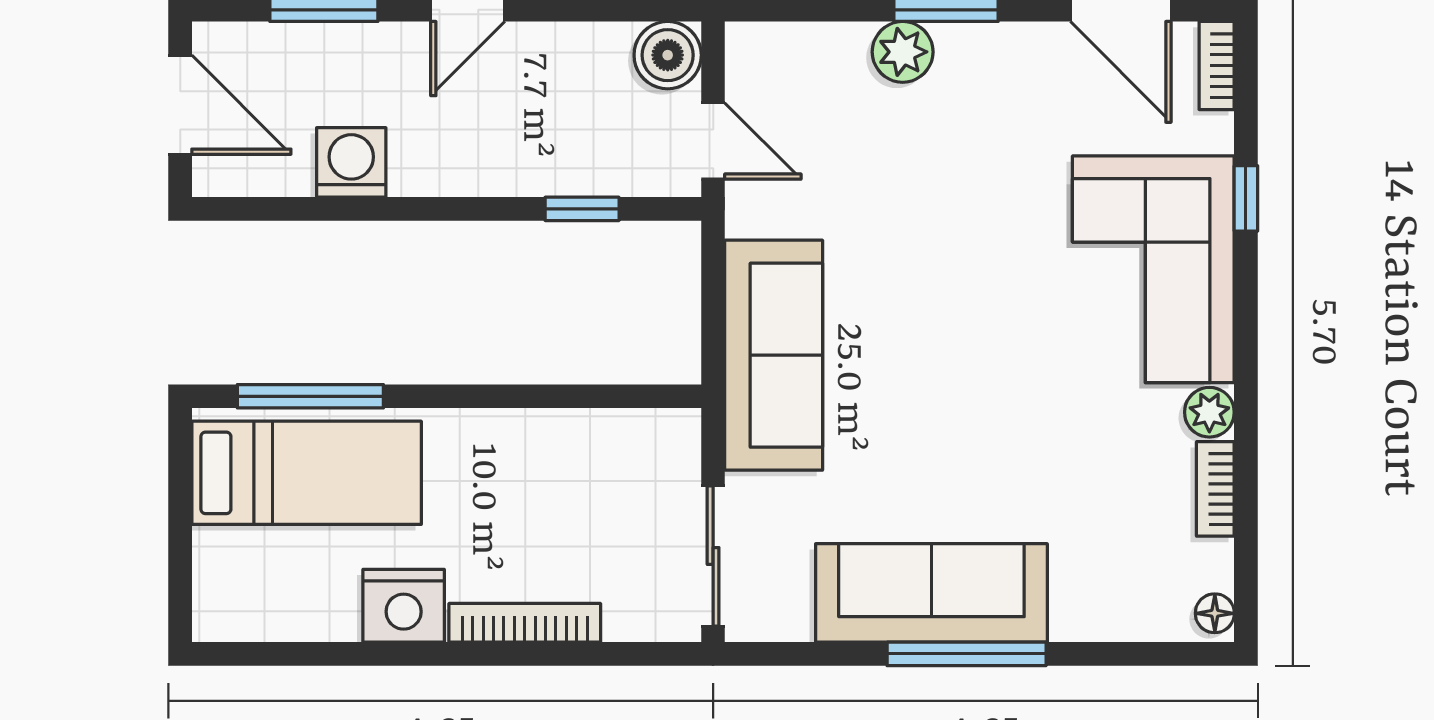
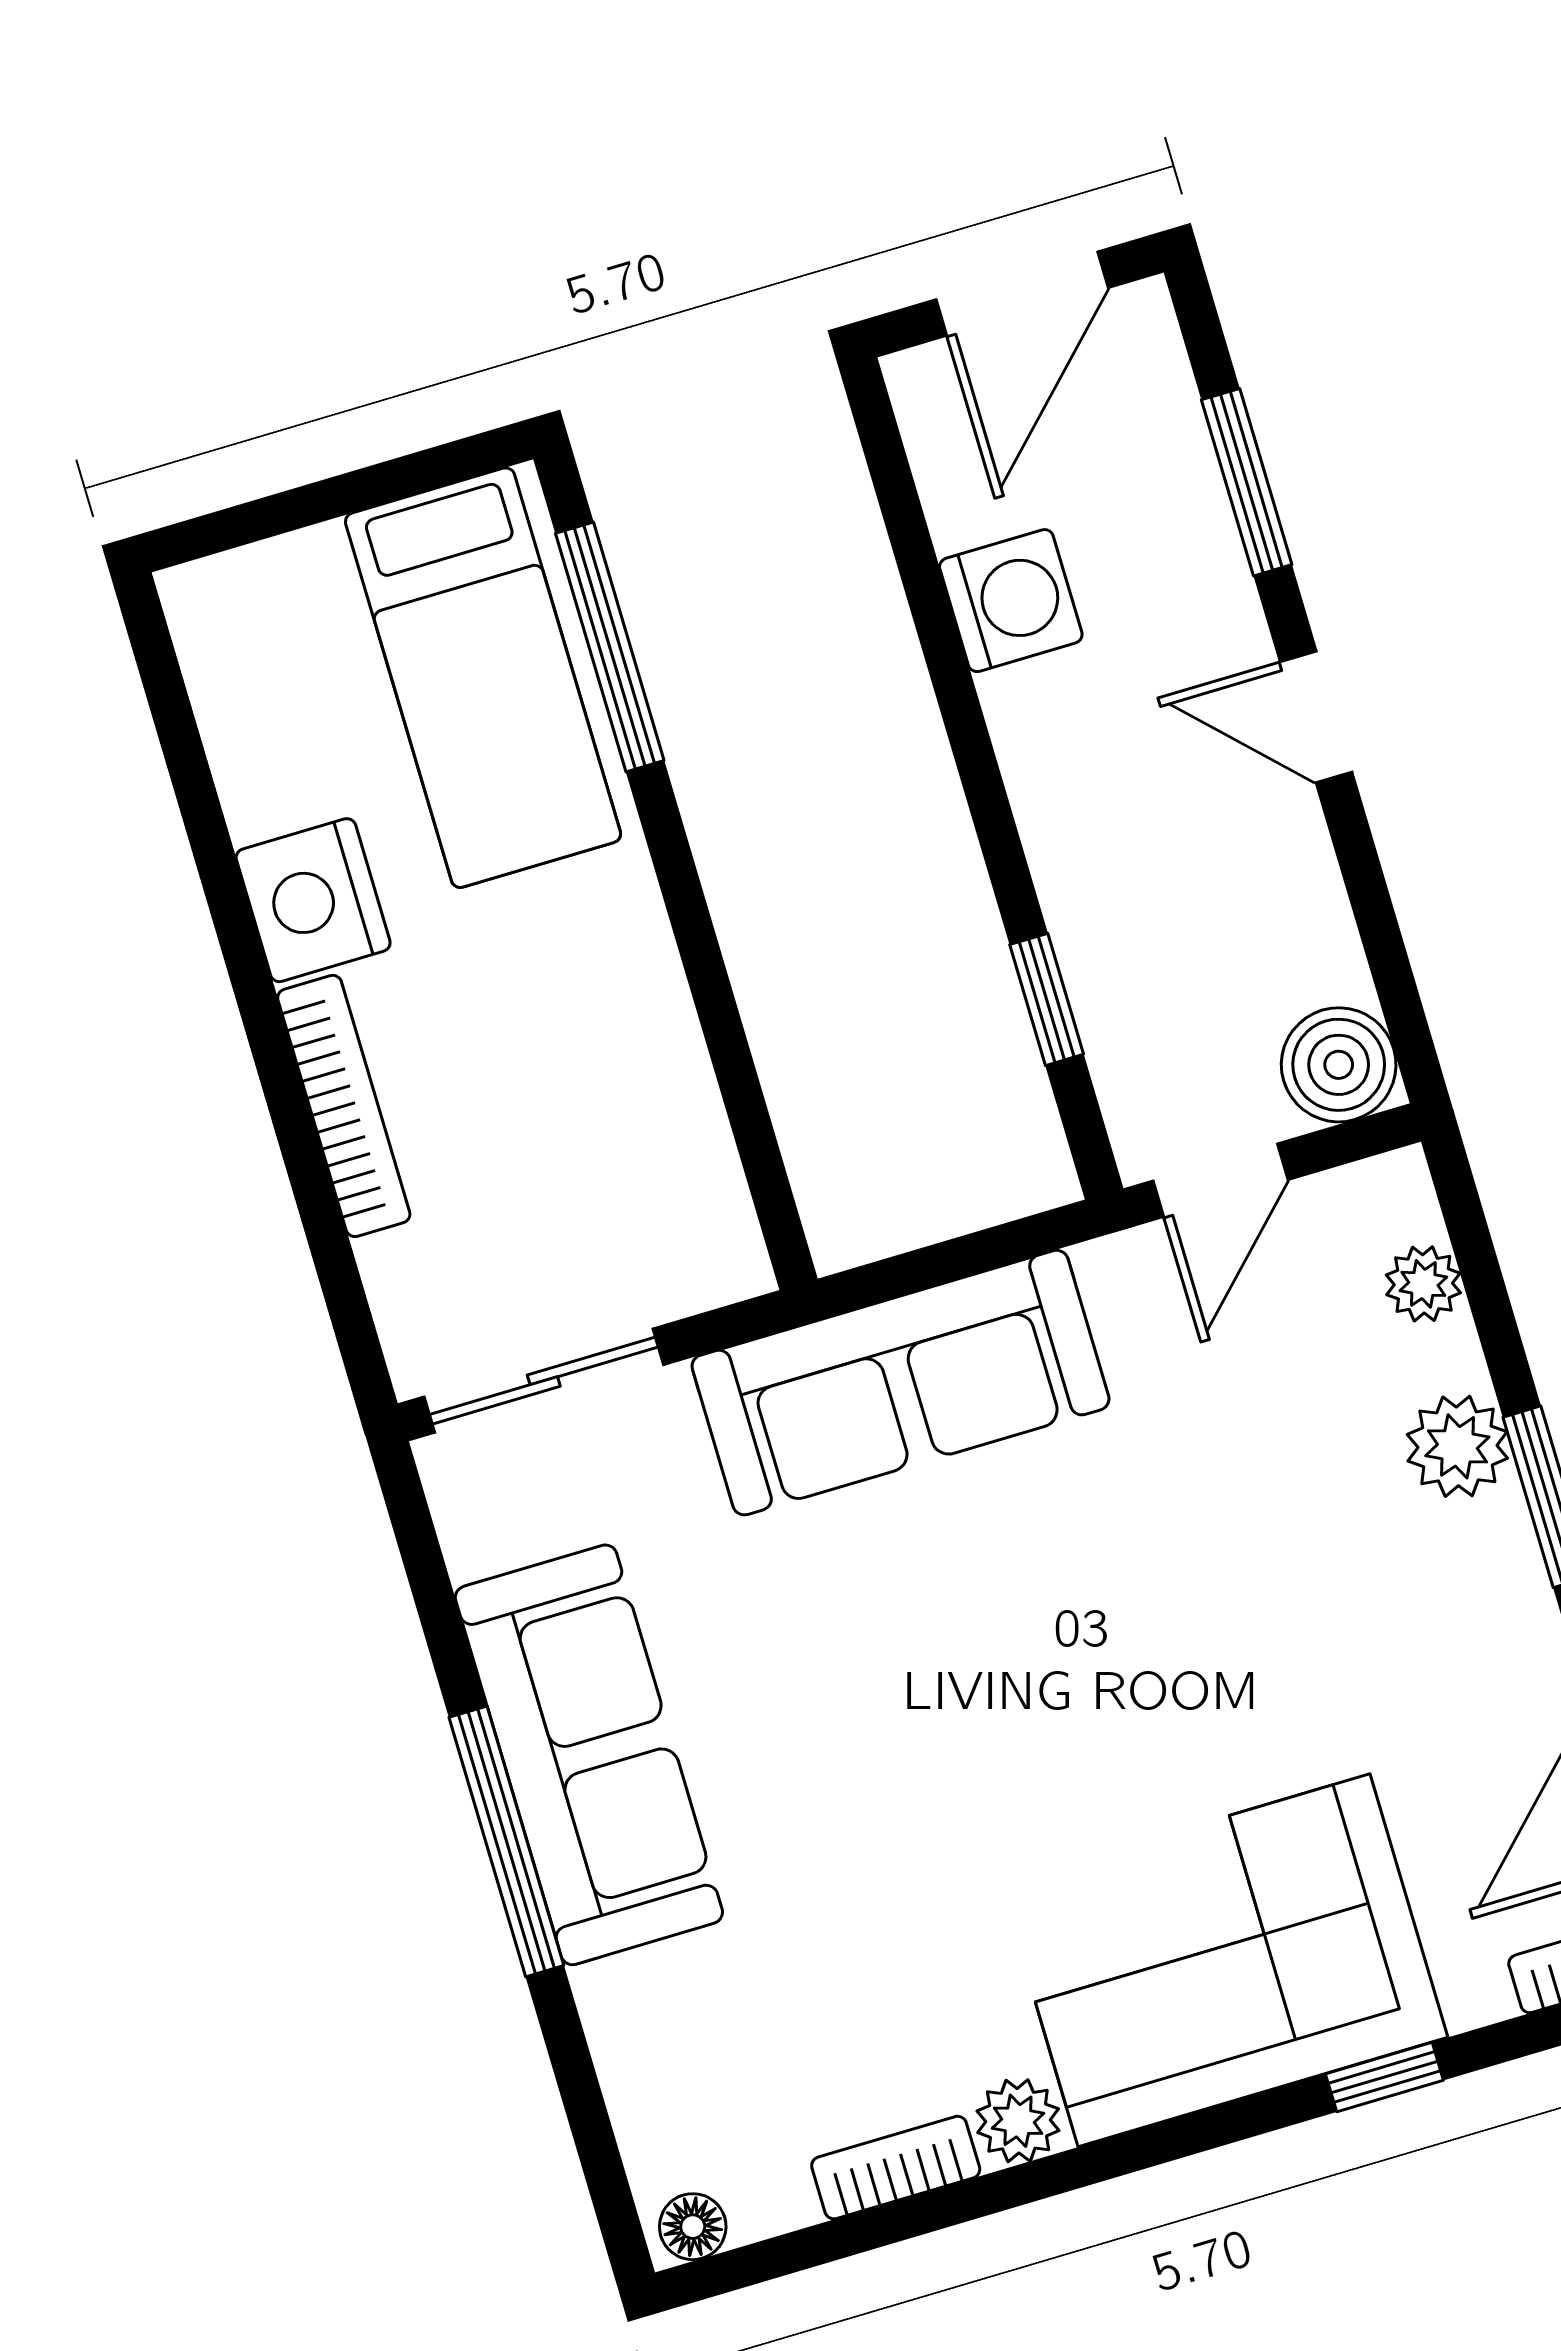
plant: (805, 44) -> (1423, 1284), added

